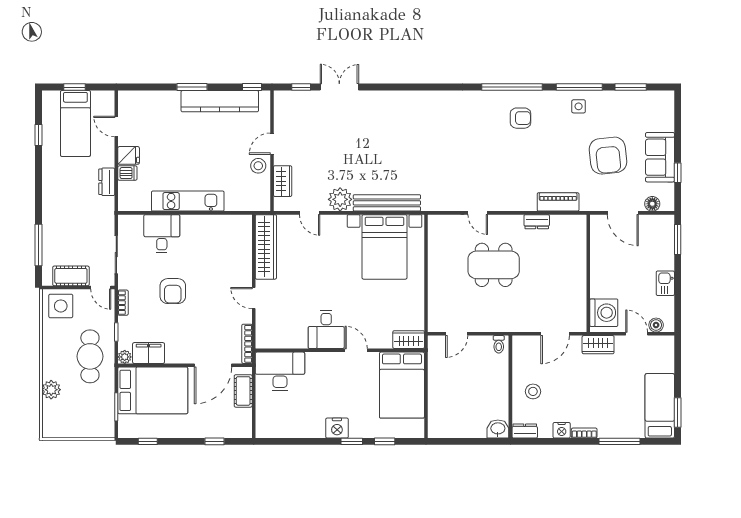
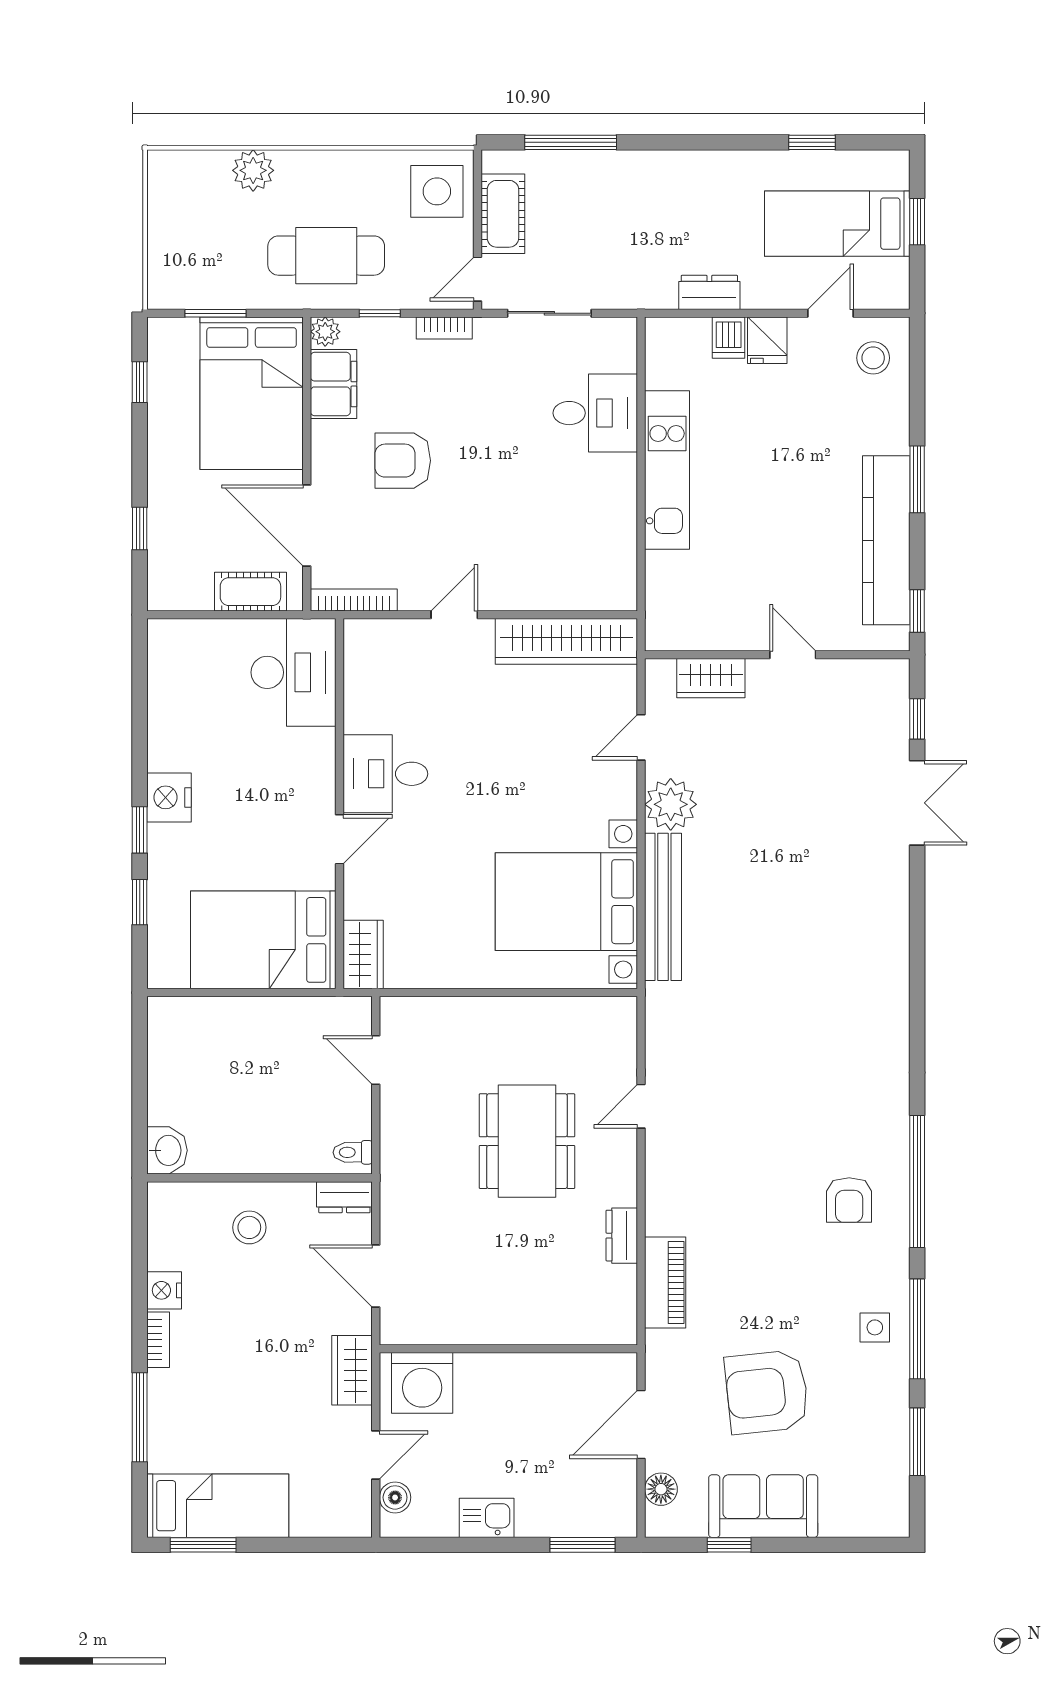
stool: (258, 166) -> (873, 358), moved
armchair: (173, 291) -> (403, 461), moved
dresser: (525, 431) -> (344, 1197), moved, turned 90

